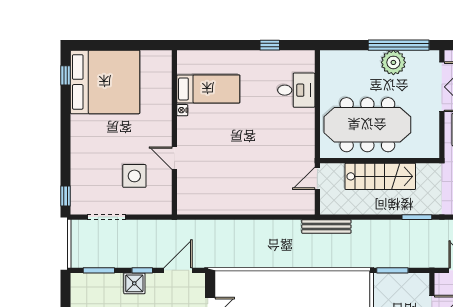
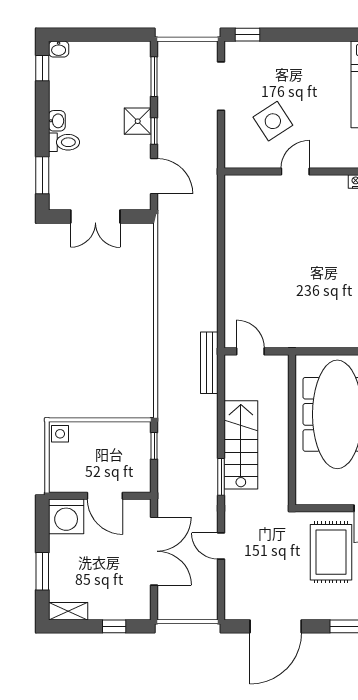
side table: (134, 176) -> (273, 121), turned -33
stairs: (380, 176) -> (241, 445), moved, turned 180
door: (317, 178) -> (250, 351), moved
window: (392, 270) -> (154, 446), width x0.67

